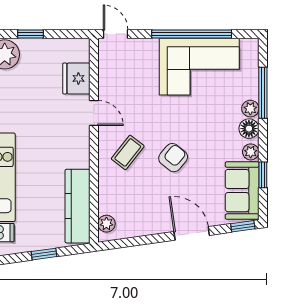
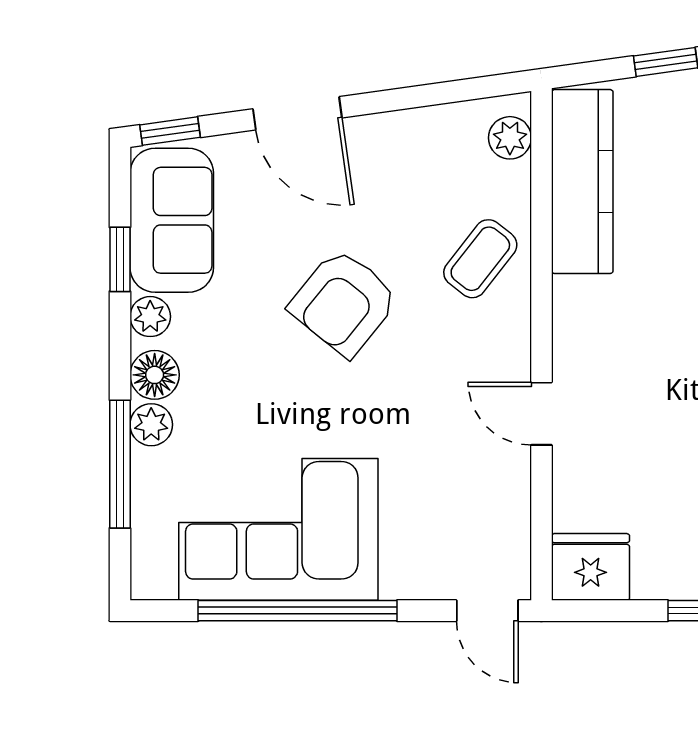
fridge: (76, 78) -> (591, 567), moved, turned -90
coffee table: (128, 152) -> (480, 259), moved
armchair: (173, 158) -> (344, 302), width x1.38, depth x1.38

